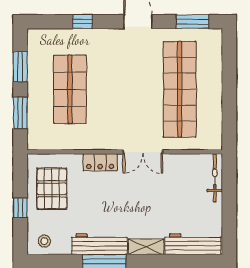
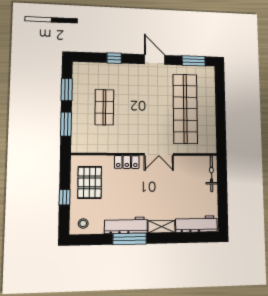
shop shelf: (70, 89) -> (104, 107), width x0.70, depth x0.74

